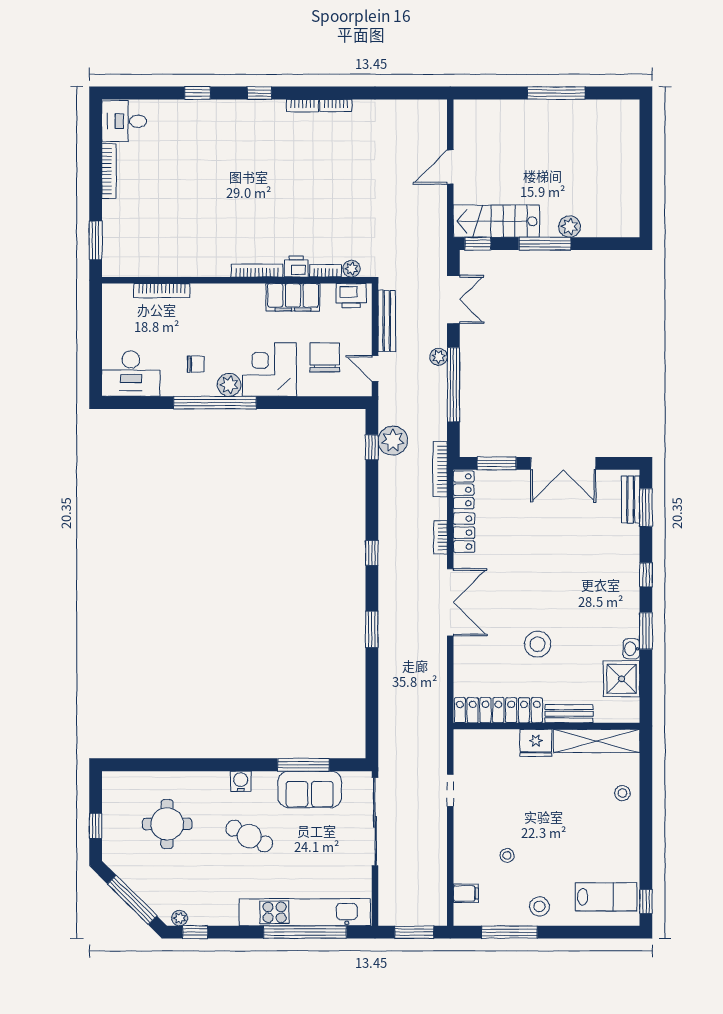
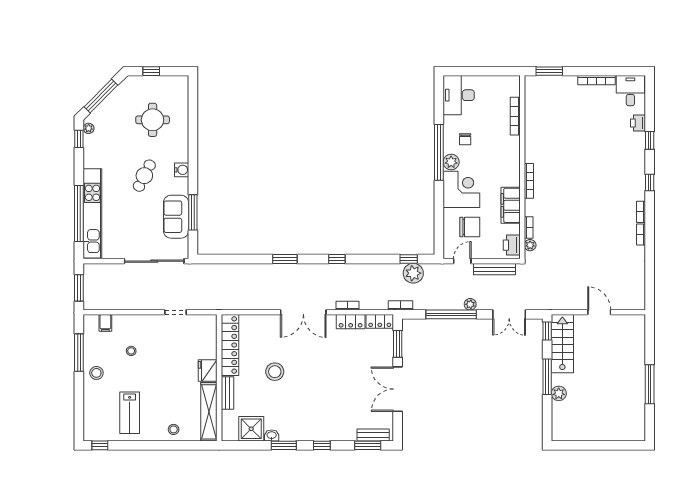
printer: (296, 266) -> (638, 123), moved, turned 180
bookcase: (440, 469) -> (401, 305), width x0.64
lab bench: (606, 897) -> (130, 413), moved

